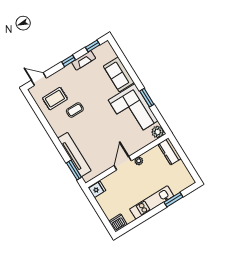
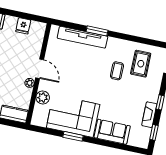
plant: (158, 132) -> (43, 97), moved
window: (74, 170) -> (97, 31), moved
fridge: (97, 189) -> (23, 26), moved

